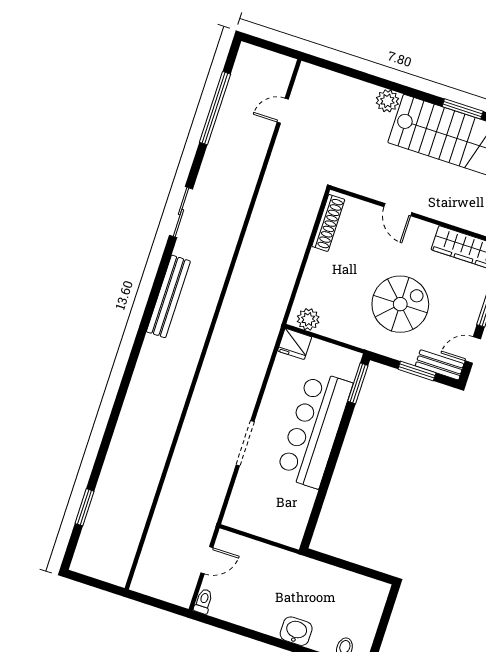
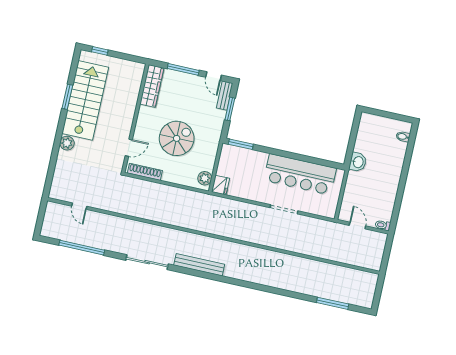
door: (398, 210) -> (129, 148), moved
sliding door: (181, 212) -> (147, 262), width x1.37
spiral stairs: (400, 304) -> (177, 138), moved, turned 90
bar counter: (314, 429) -> (300, 174), moved
window: (84, 507) -> (333, 303), width x1.44
washbasin: (296, 631) -> (358, 162), moved, turned 180

